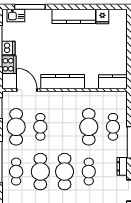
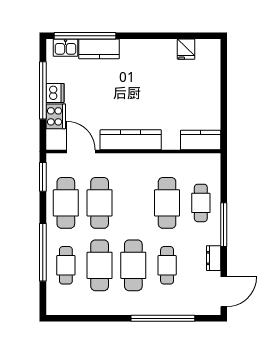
window: (30, 7) -> (85, 36), width x1.46
kitchen counter: (74, 16) -> (99, 49), moved, width x0.67
cafe table: (40, 127) -> (100, 203), width x1.37, depth x1.35

